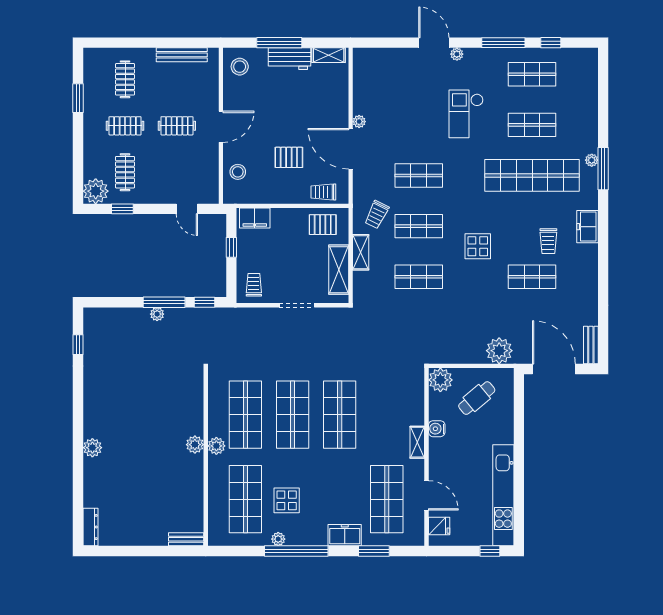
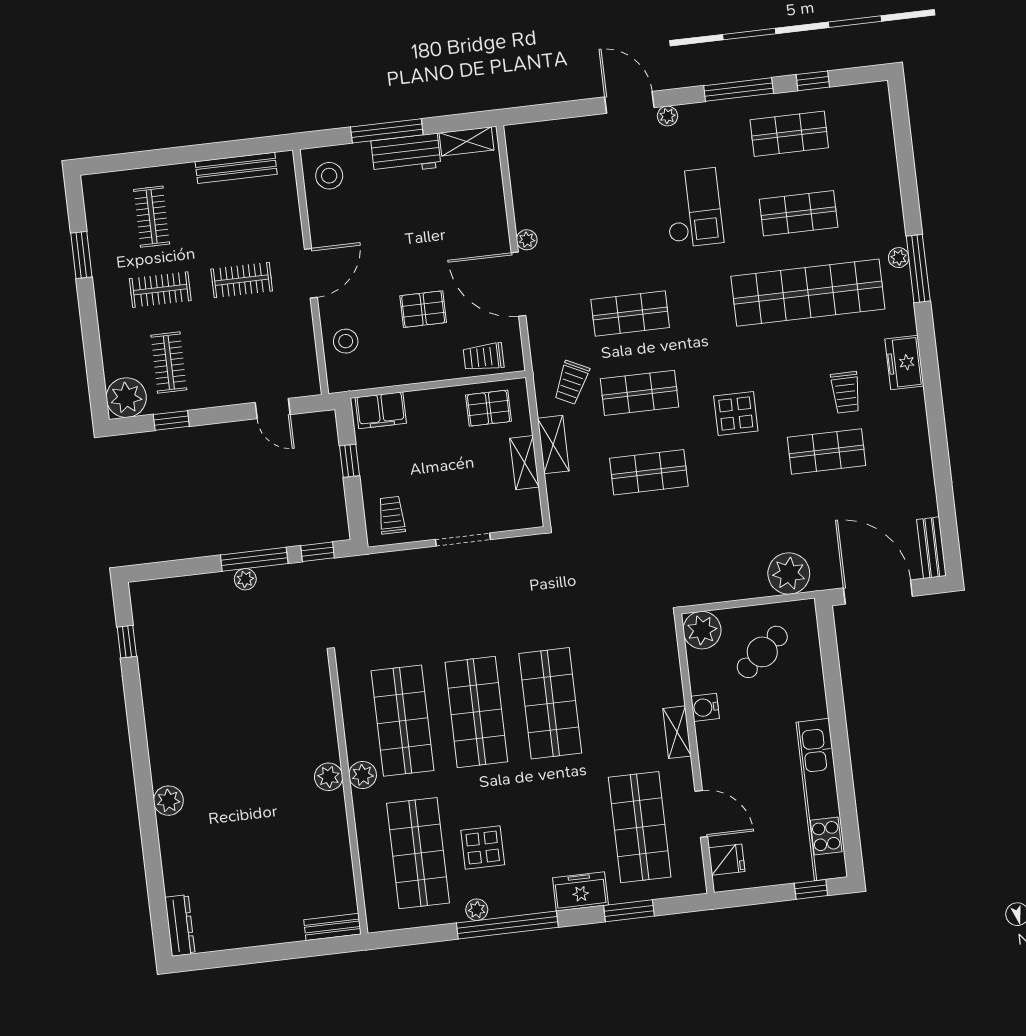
checkout: (466, 114) -> (693, 208), turned 180
shelving: (339, 270) -> (524, 463), width x0.67, depth x0.75

